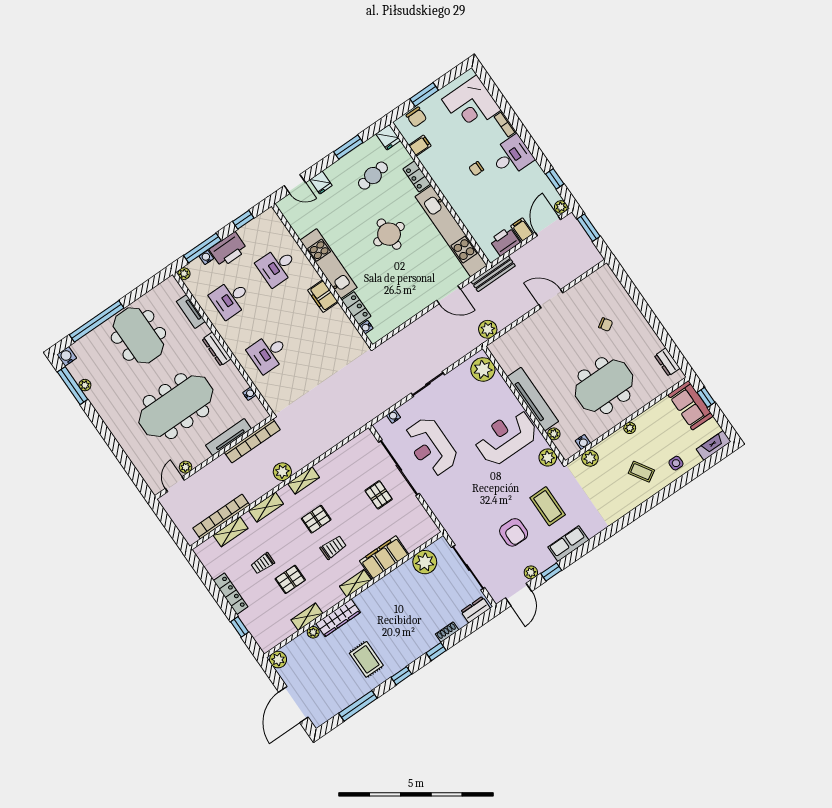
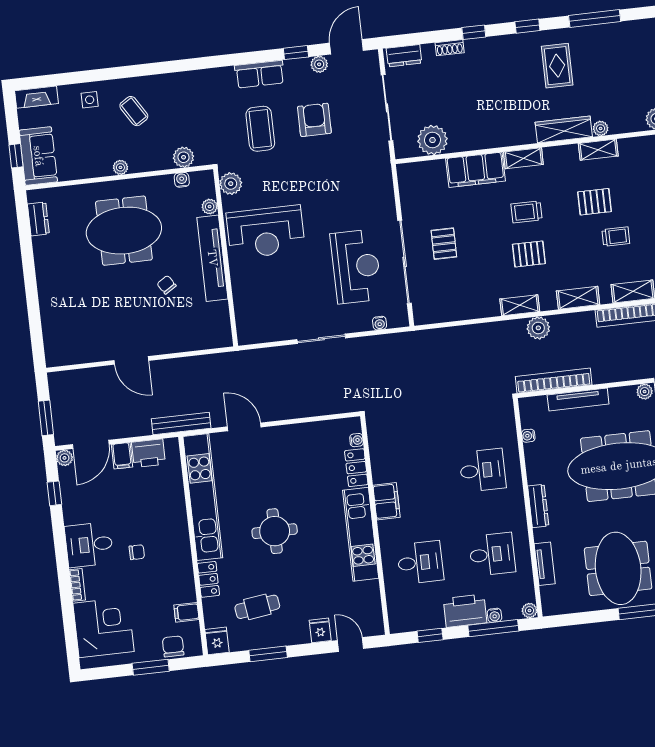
chair: (606, 325) -> (167, 285), moved
plant: (488, 329) -> (221, 364), removed
plant: (483, 369) -> (251, 322), removed

